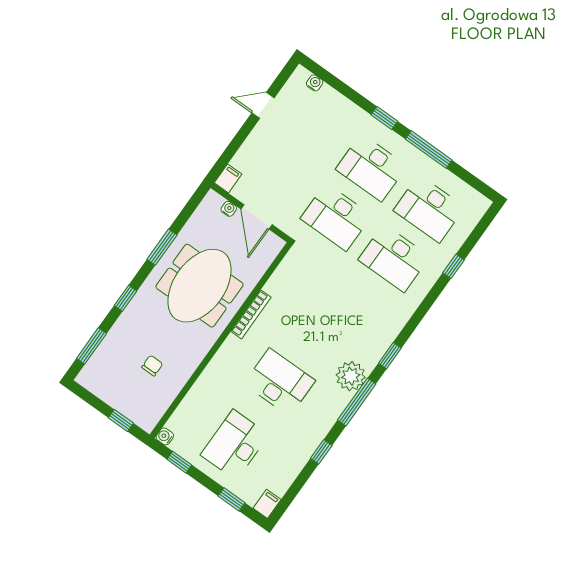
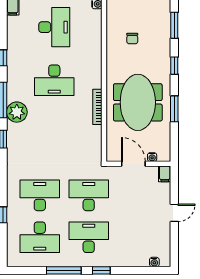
door: (263, 105) -> (174, 213), moved
desk: (429, 209) -> (40, 237), turned 180

